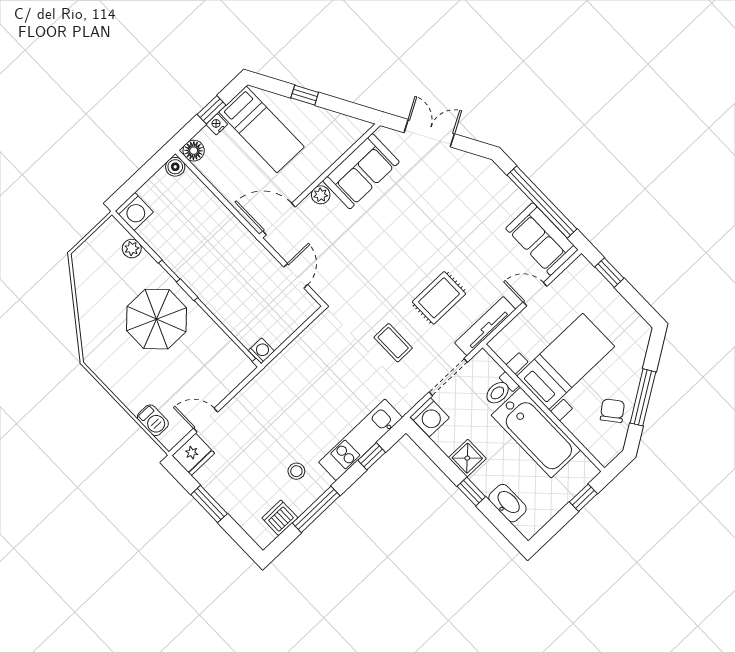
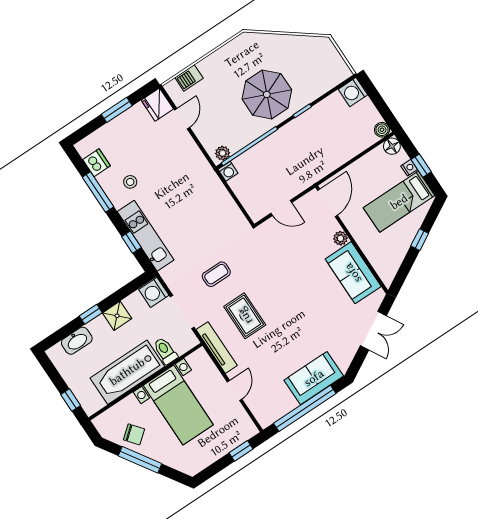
sofa: (542, 239) -> (314, 378), moved
plant: (132, 249) -> (223, 153), moved

